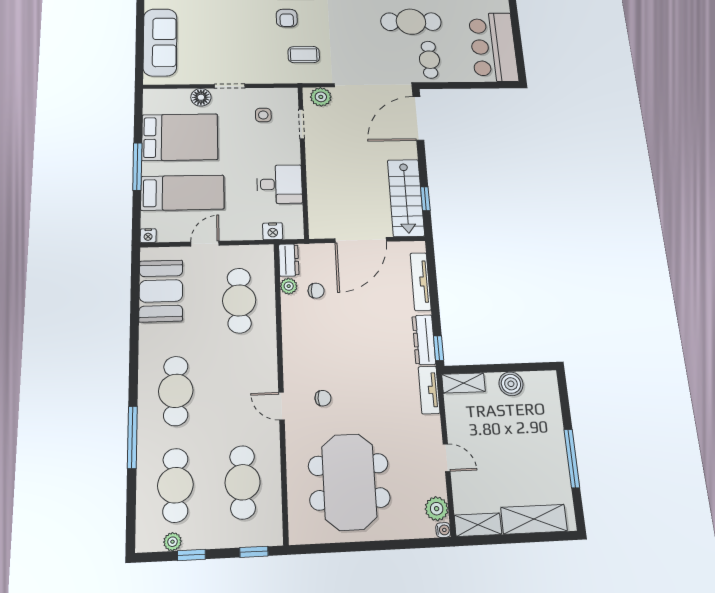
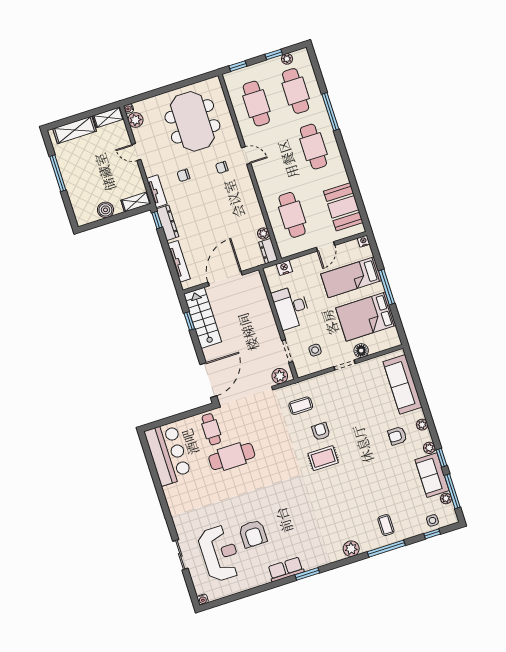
desk: (279, 184) -> (291, 307), width x1.37
chair: (316, 291) -> (184, 175), moved

